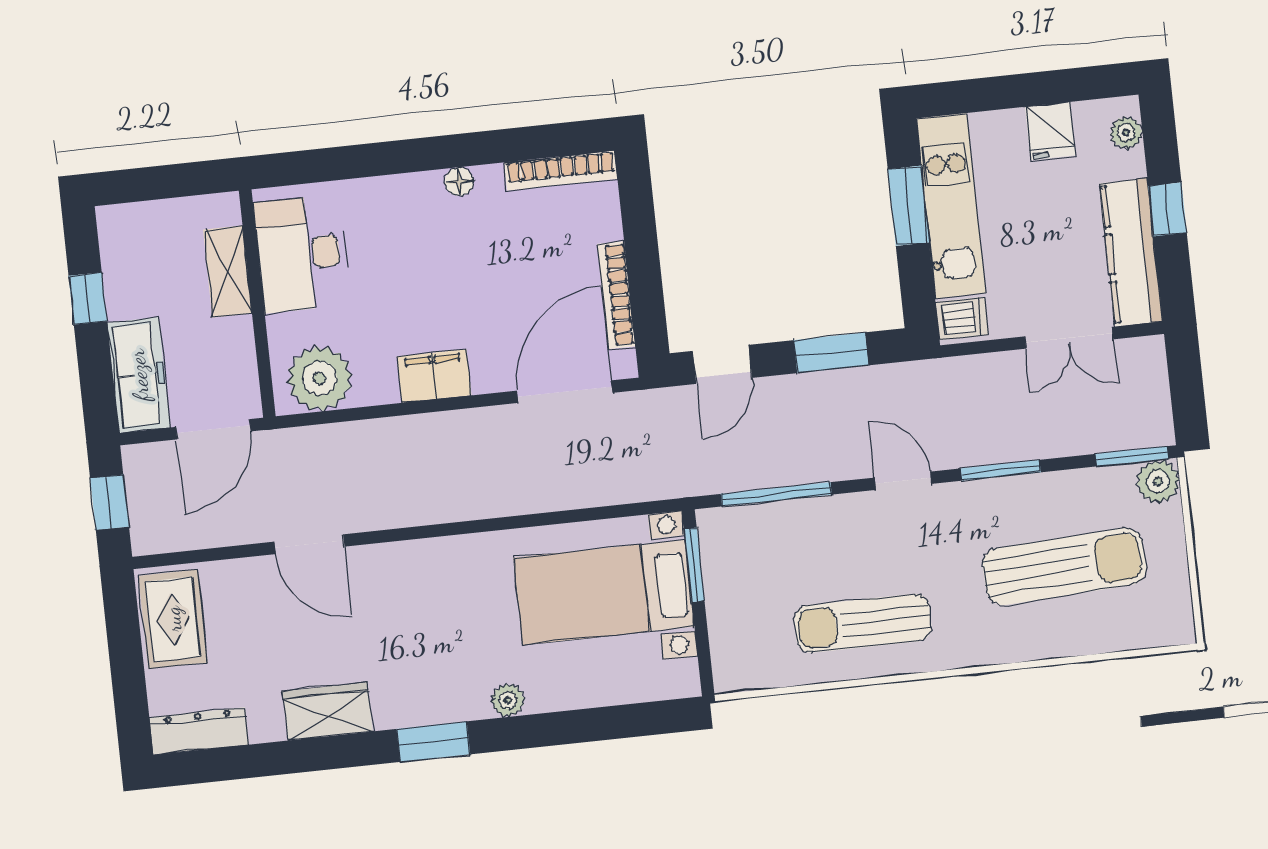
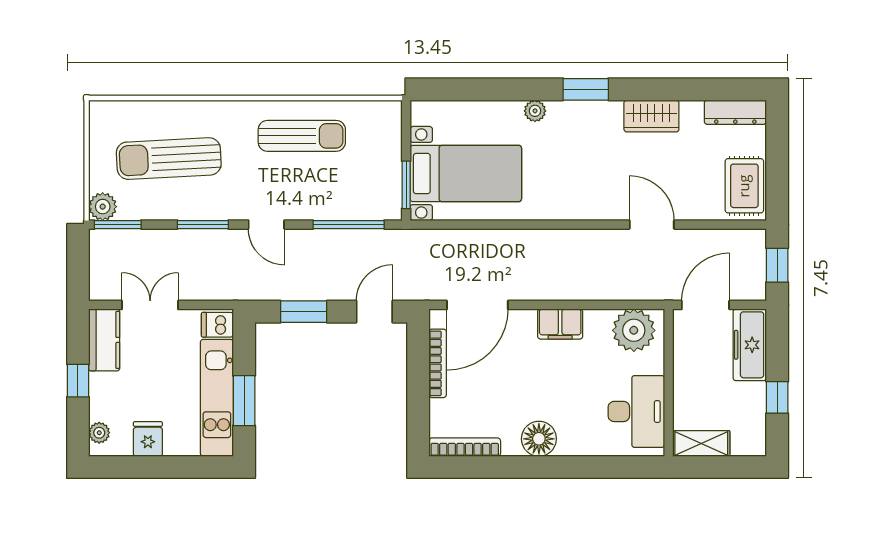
floor lamp: (459, 182) -> (539, 439), width x1.89, depth x1.89
kitchen counter: (1131, 252) -> (104, 340), width x0.67
shelving: (228, 272) -> (701, 443), moved, turned 90

